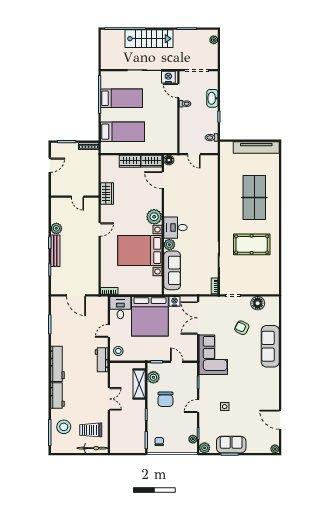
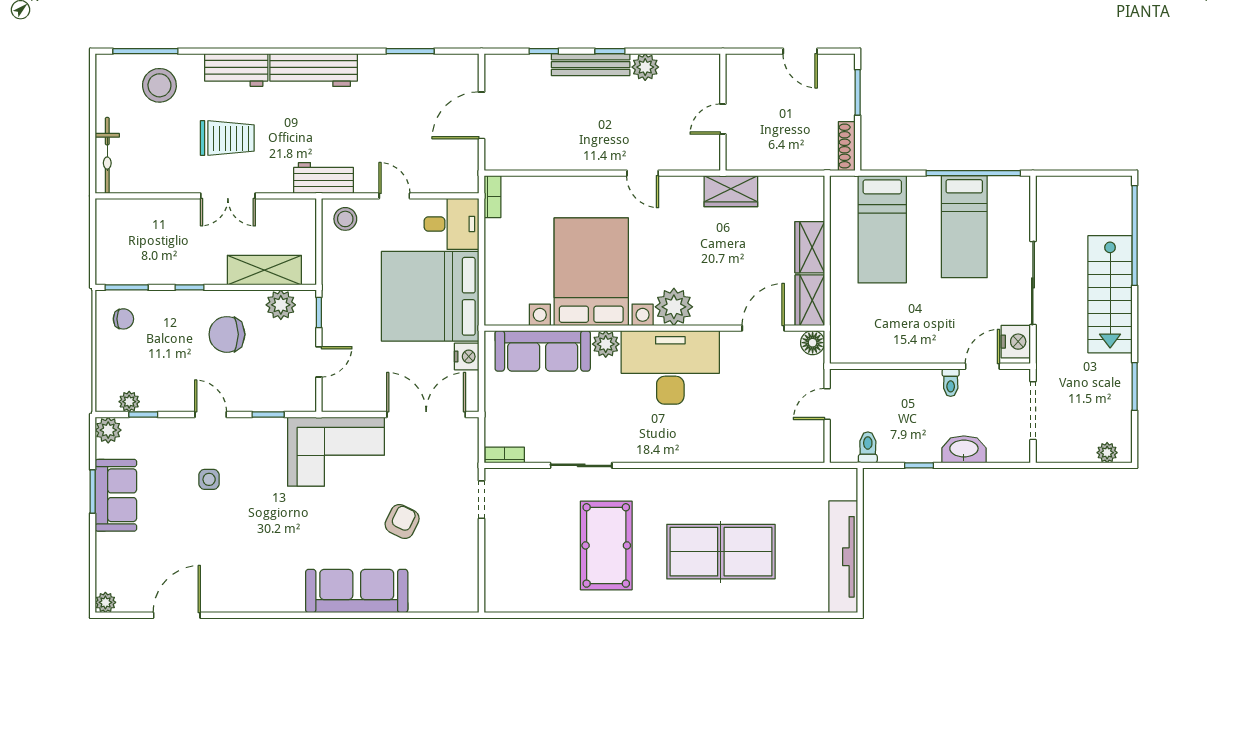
desk: (175, 228) -> (670, 367), width x1.87, depth x1.30
floor lamp: (258, 303) -> (462, 560), removed
trolley: (91, 430) -> (227, 138), moved, turned 90

